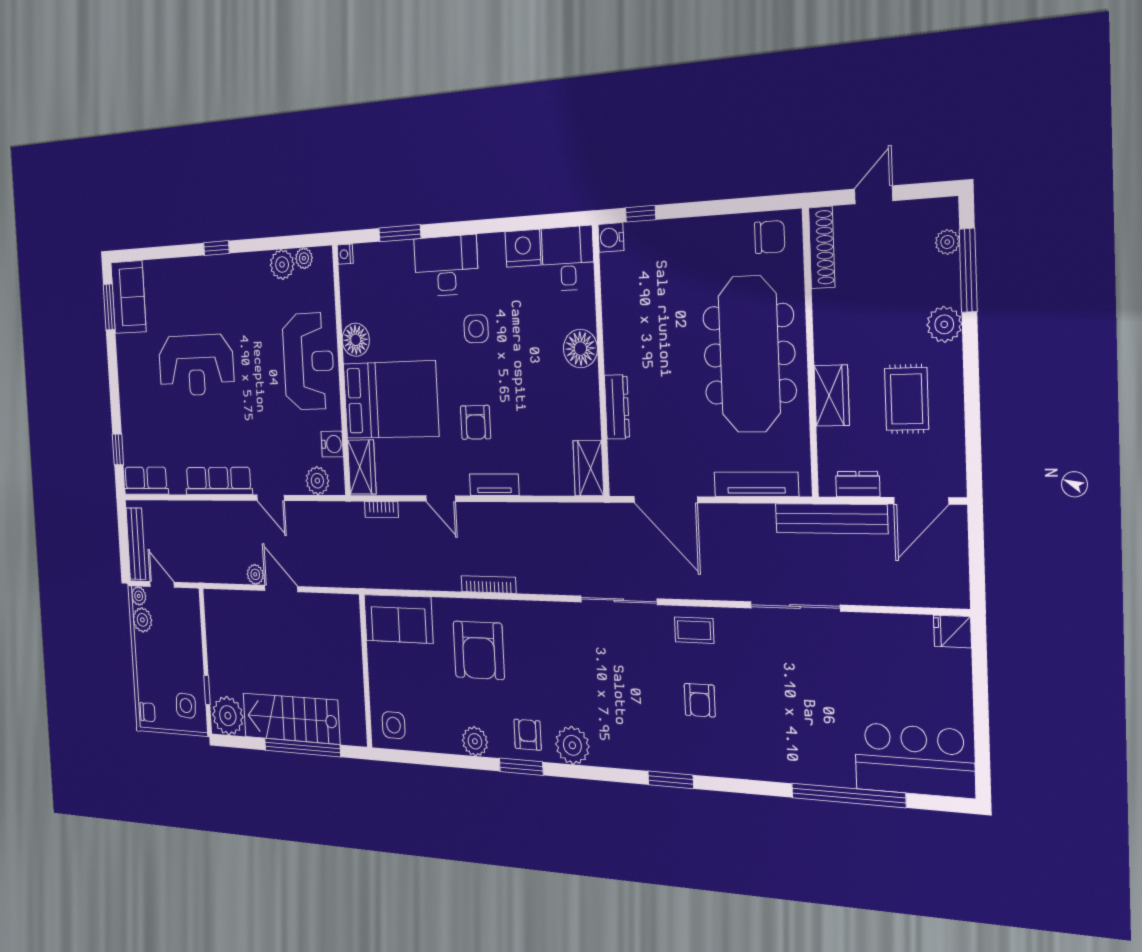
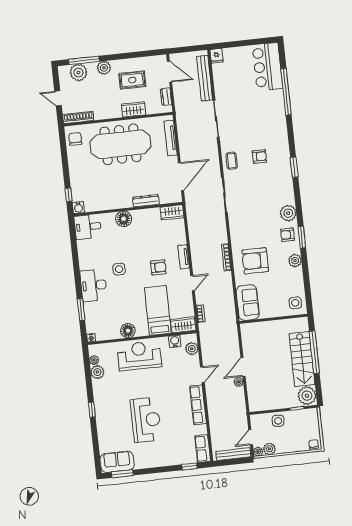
plant: (947, 242) -> (78, 73), width x1.88, depth x1.88
nightstand: (523, 248) -> (85, 248), removed
bed: (391, 400) -> (158, 310), width x0.67
bench: (831, 519) -> (205, 78), moved
armchair: (479, 650) -> (255, 261), turned 180
side table: (186, 706) -> (278, 421), moved

